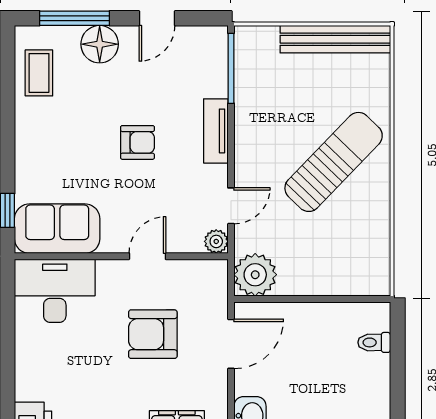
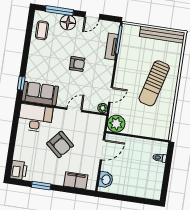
tv unit: (216, 131) -> (112, 46), moved
sun lounger: (334, 162) -> (154, 83), turned 151
armchair: (153, 334) -> (60, 144), moved, turned -139

